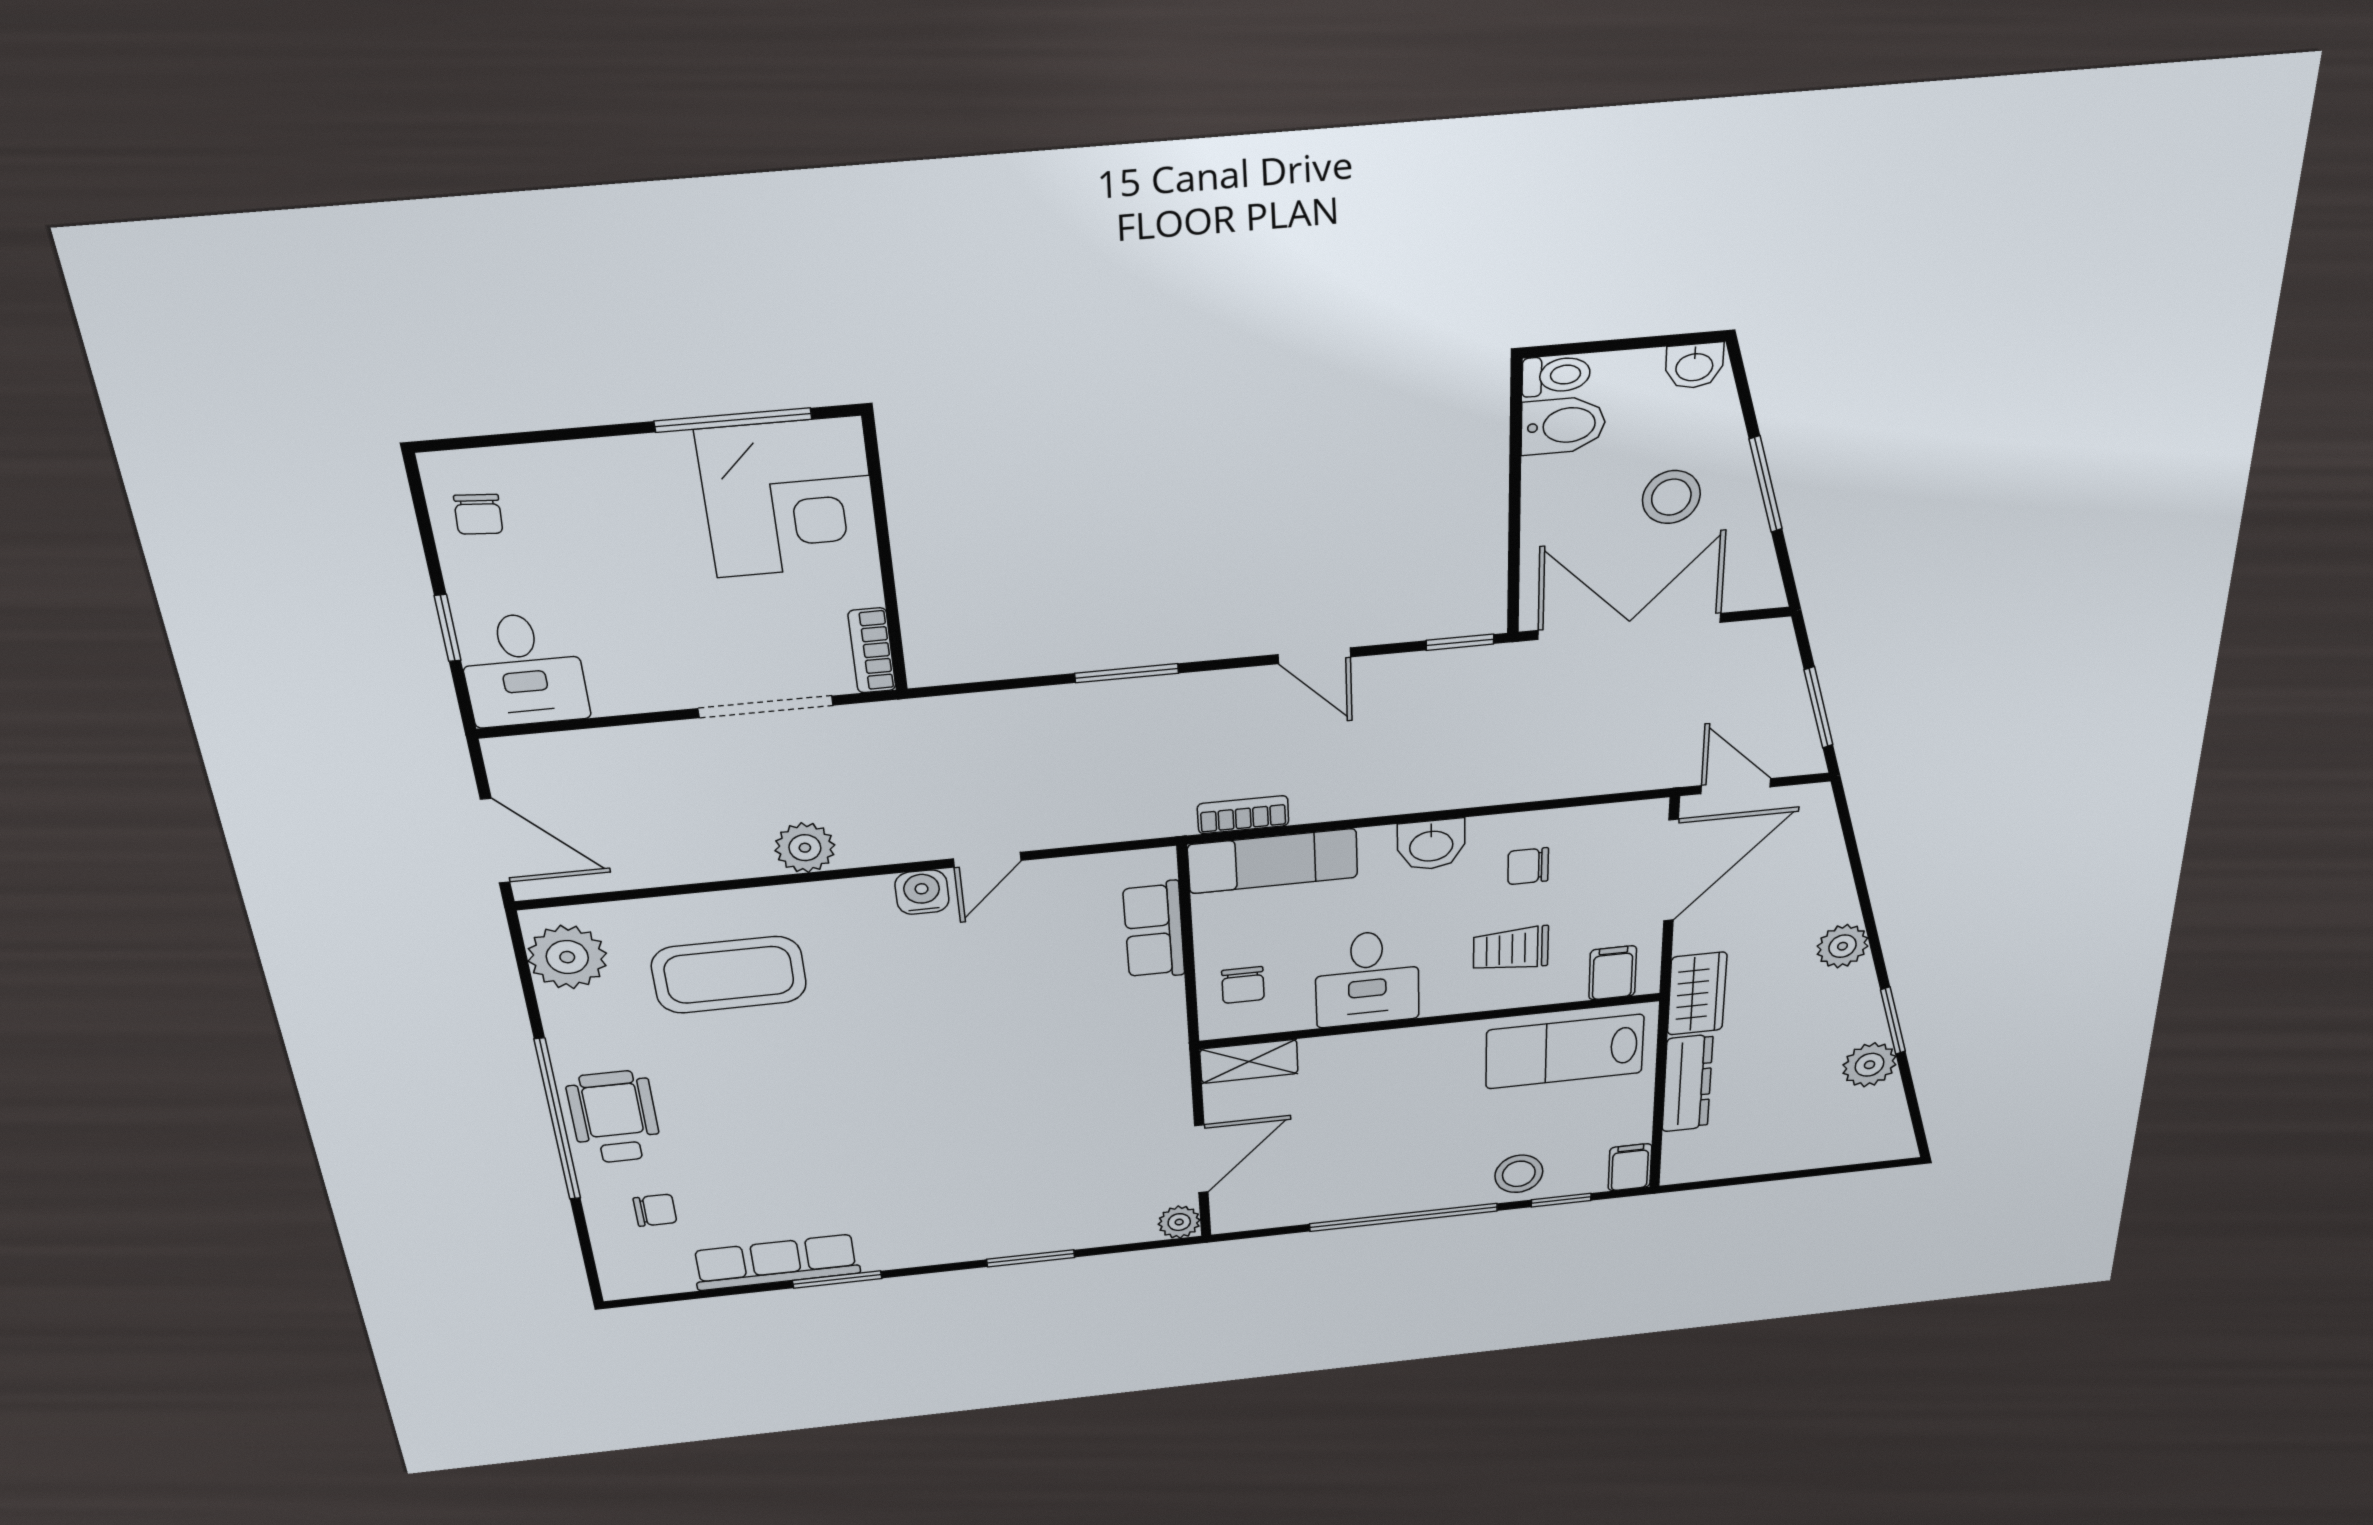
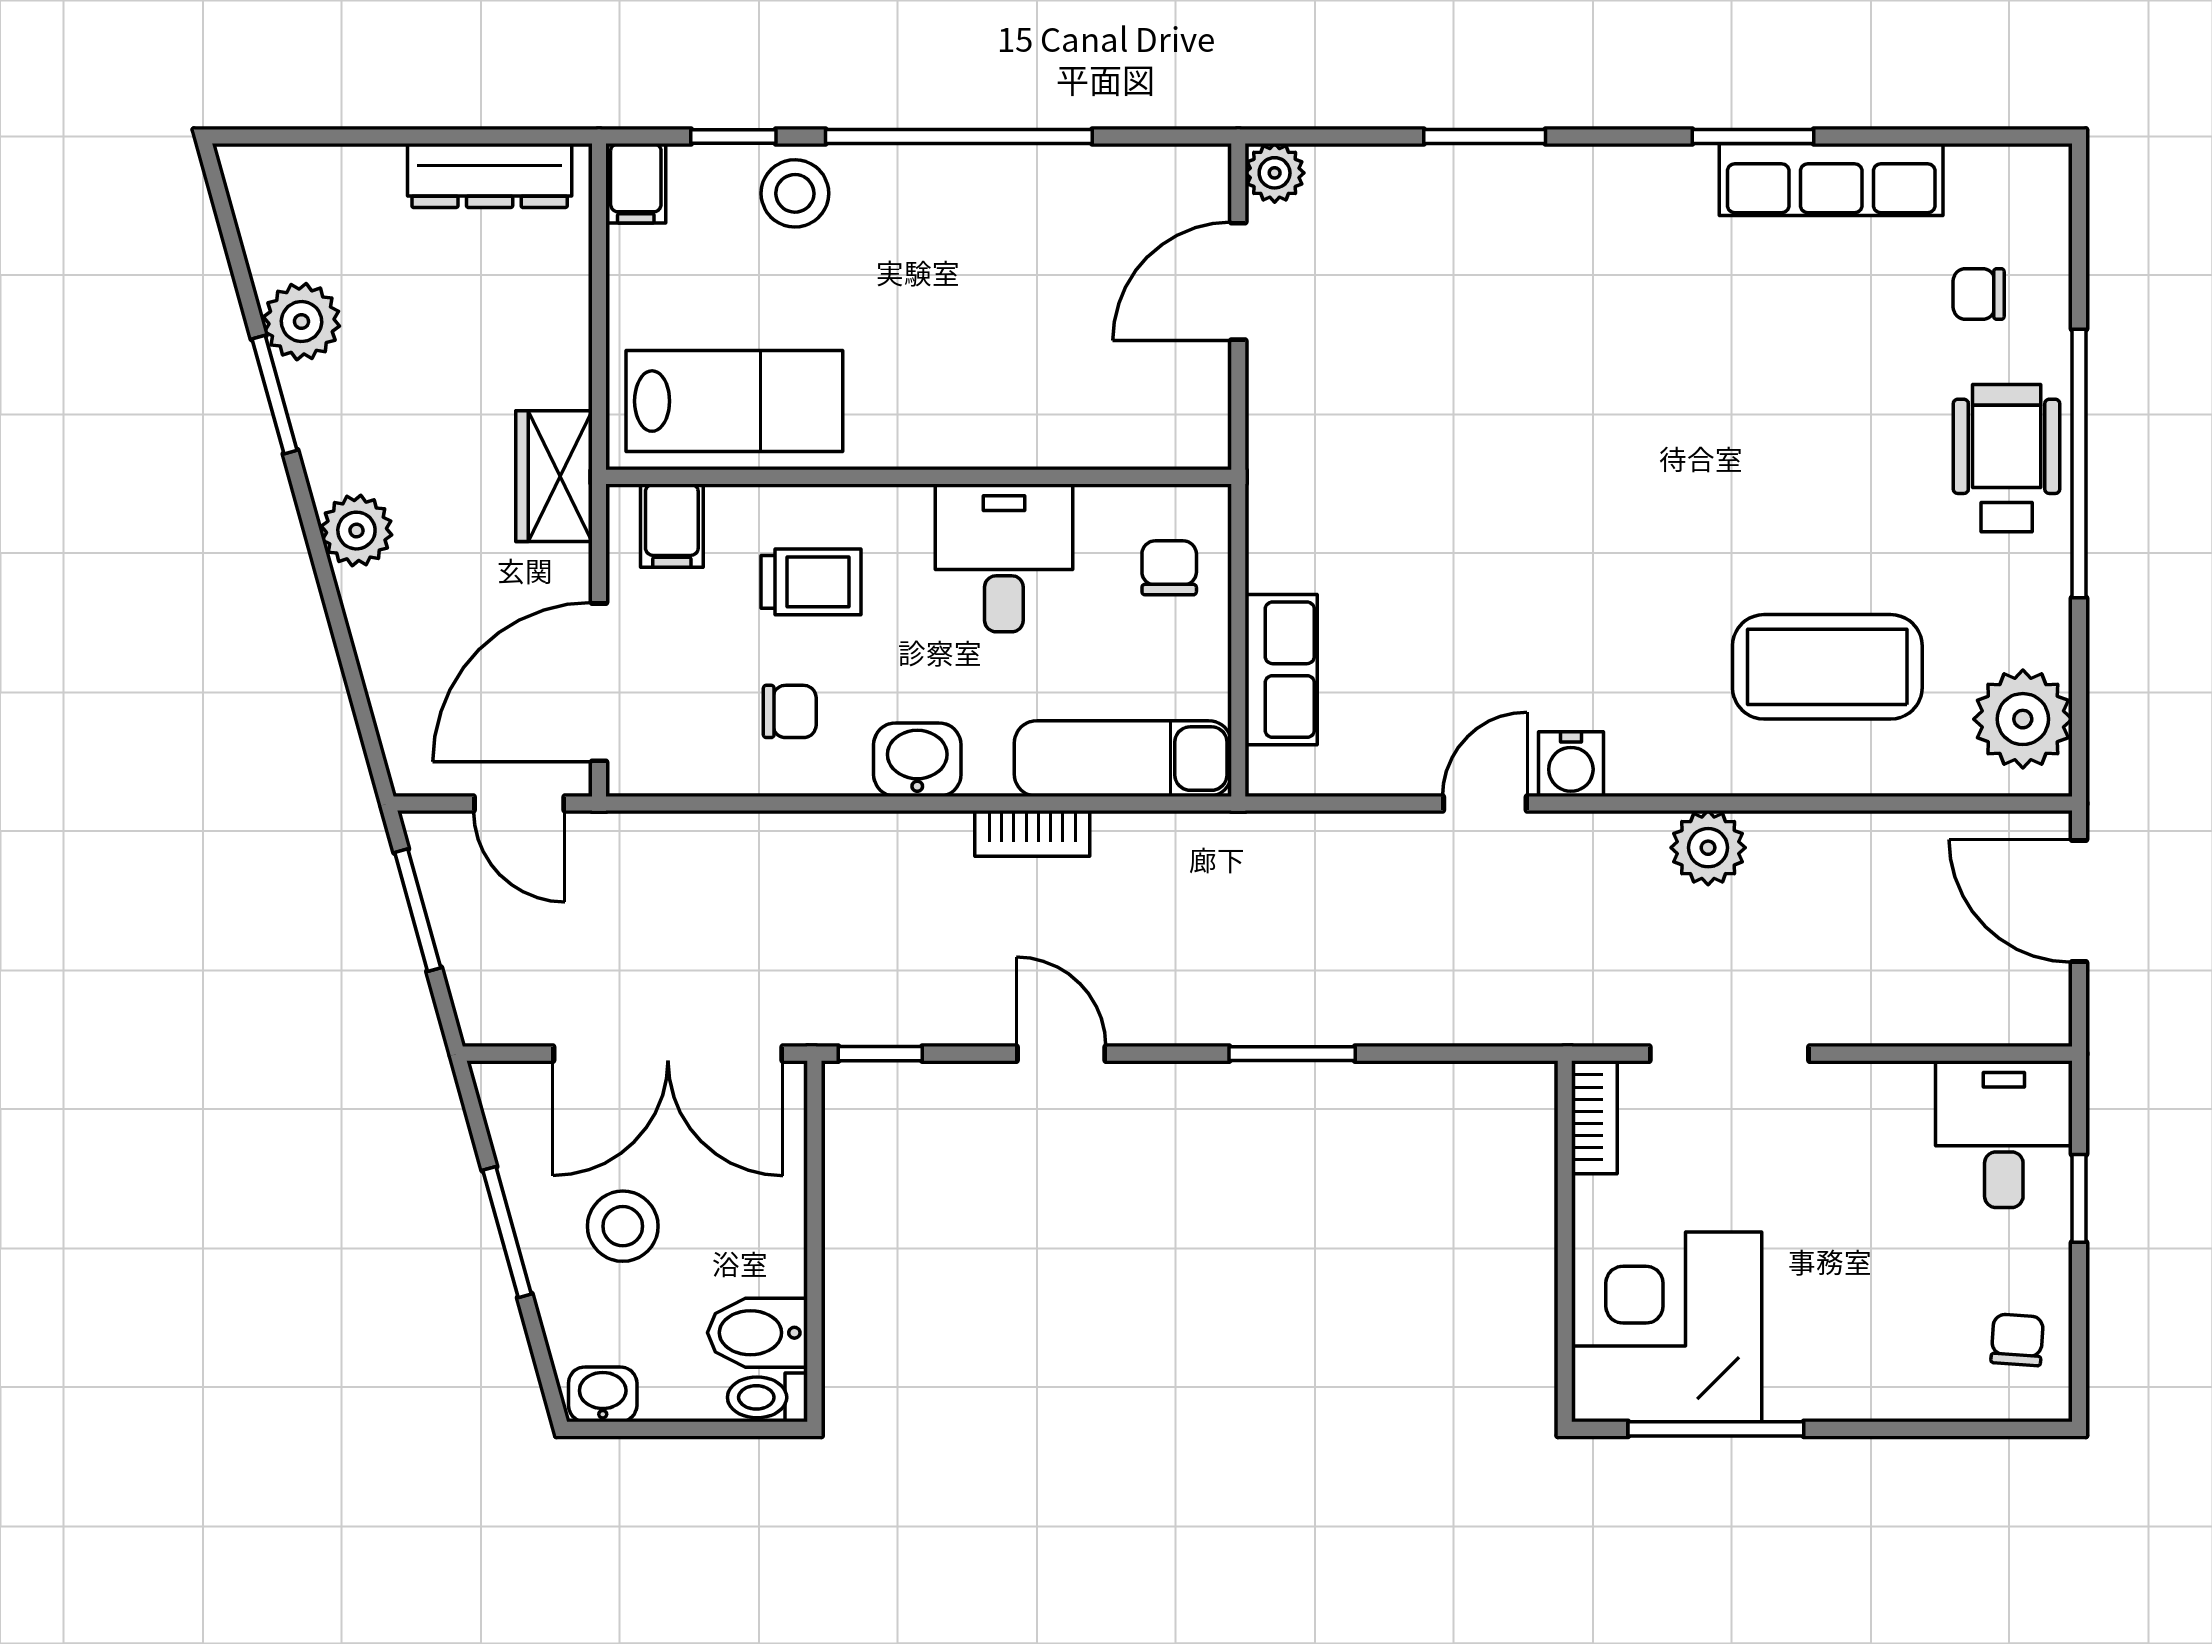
bookcase: (1243, 815) -> (1032, 833), moved
shelving: (1249, 1061) -> (1166, 441), removed
dresser: (1687, 1083) -> (490, 175), moved, turned -90
wheelchair: (614, 1117) -> (2007, 458), turned 180

